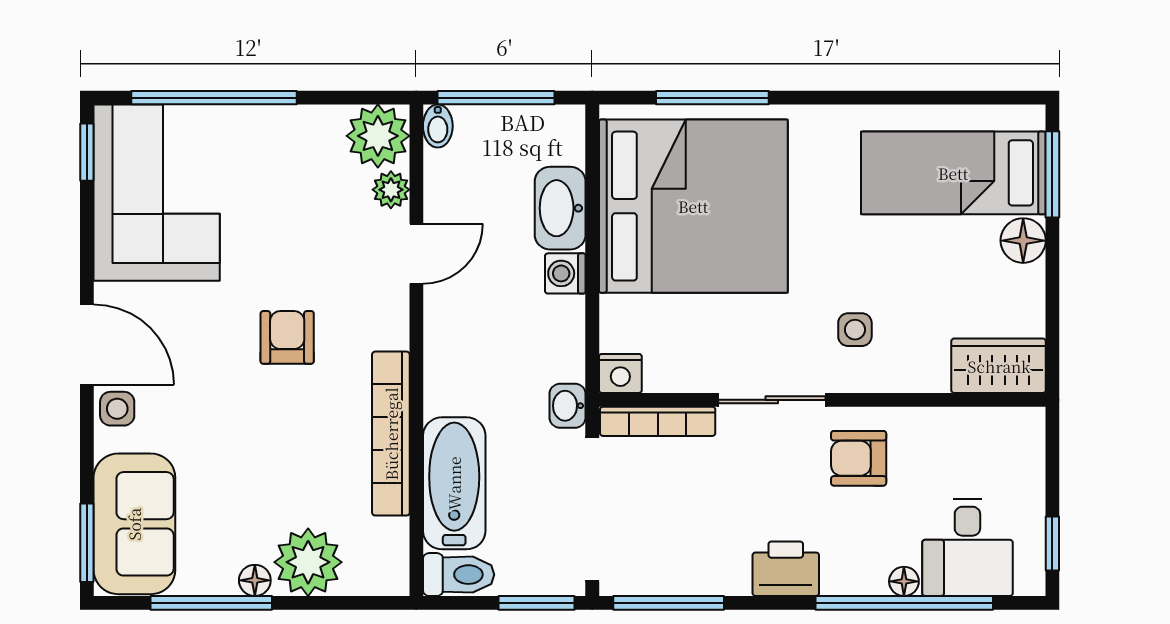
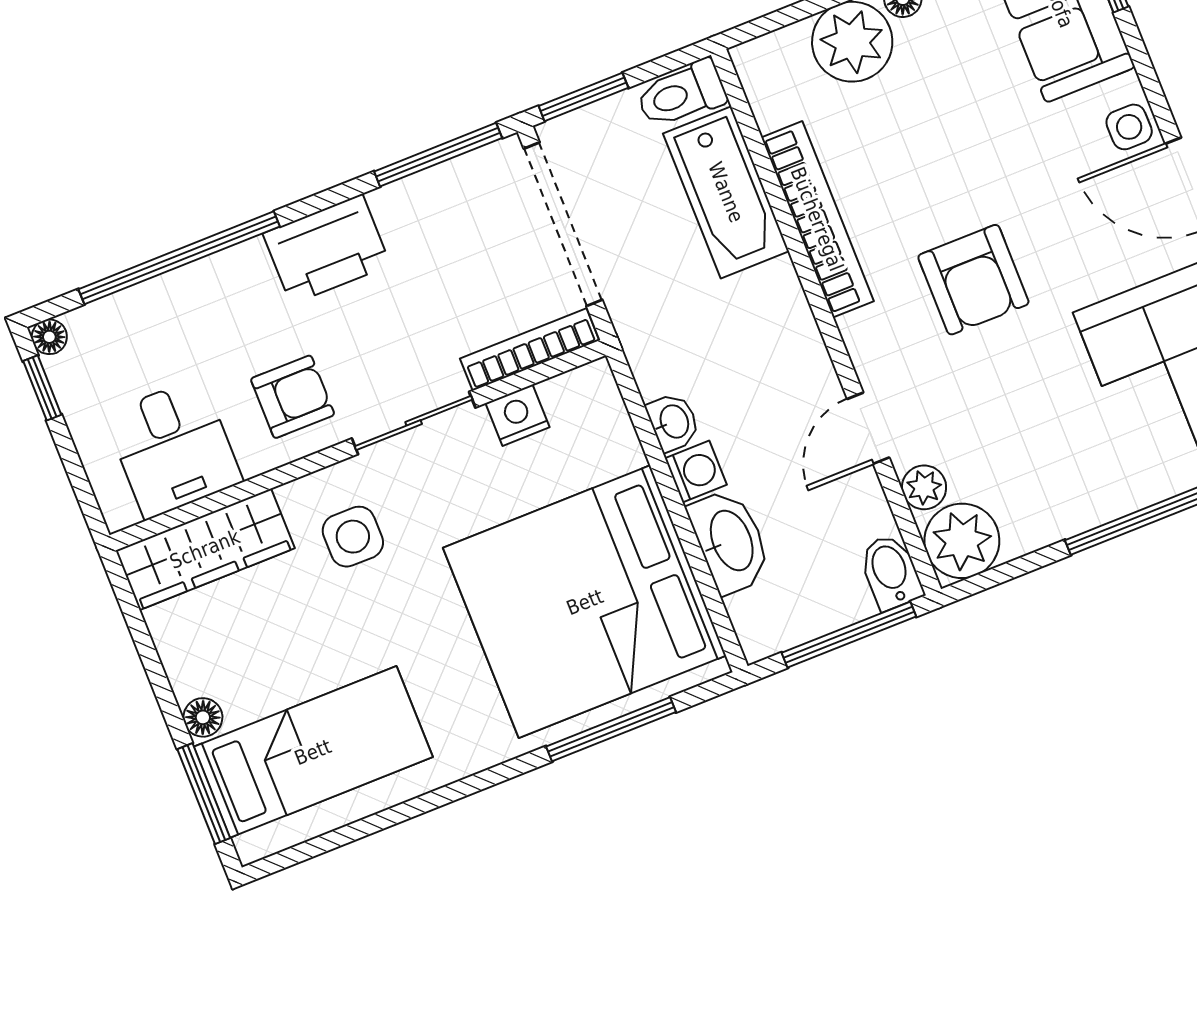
bidet: (438, 126) -> (891, 572), width x1.38, depth x1.36
floor lamp: (1023, 241) -> (203, 717), width x0.73, depth x0.73
side table: (855, 330) -> (353, 537), width x1.37, depth x1.37
armchair: (287, 337) -> (973, 280), width x1.38, depth x1.38
wardrobe: (999, 366) -> (205, 549), width x1.50
nightstand: (620, 373) -> (517, 415), moved
washbasin: (568, 406) -> (673, 422), moved
desk: (967, 547) -> (173, 448), moved, turned 180
printer: (786, 569) -> (327, 249), width x1.37, depth x1.19
floor lamp: (904, 581) -> (49, 337), moved

